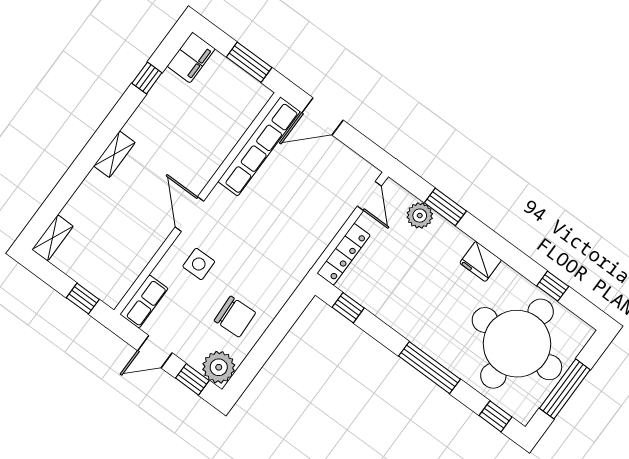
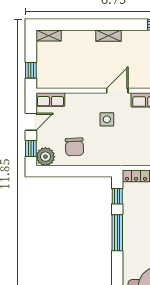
door: (189, 214) -> (117, 91), moved
side table: (199, 264) -> (107, 119), moved
door: (155, 352) -> (31, 122), swing flipped
window: (429, 368) -> (117, 233), moved

